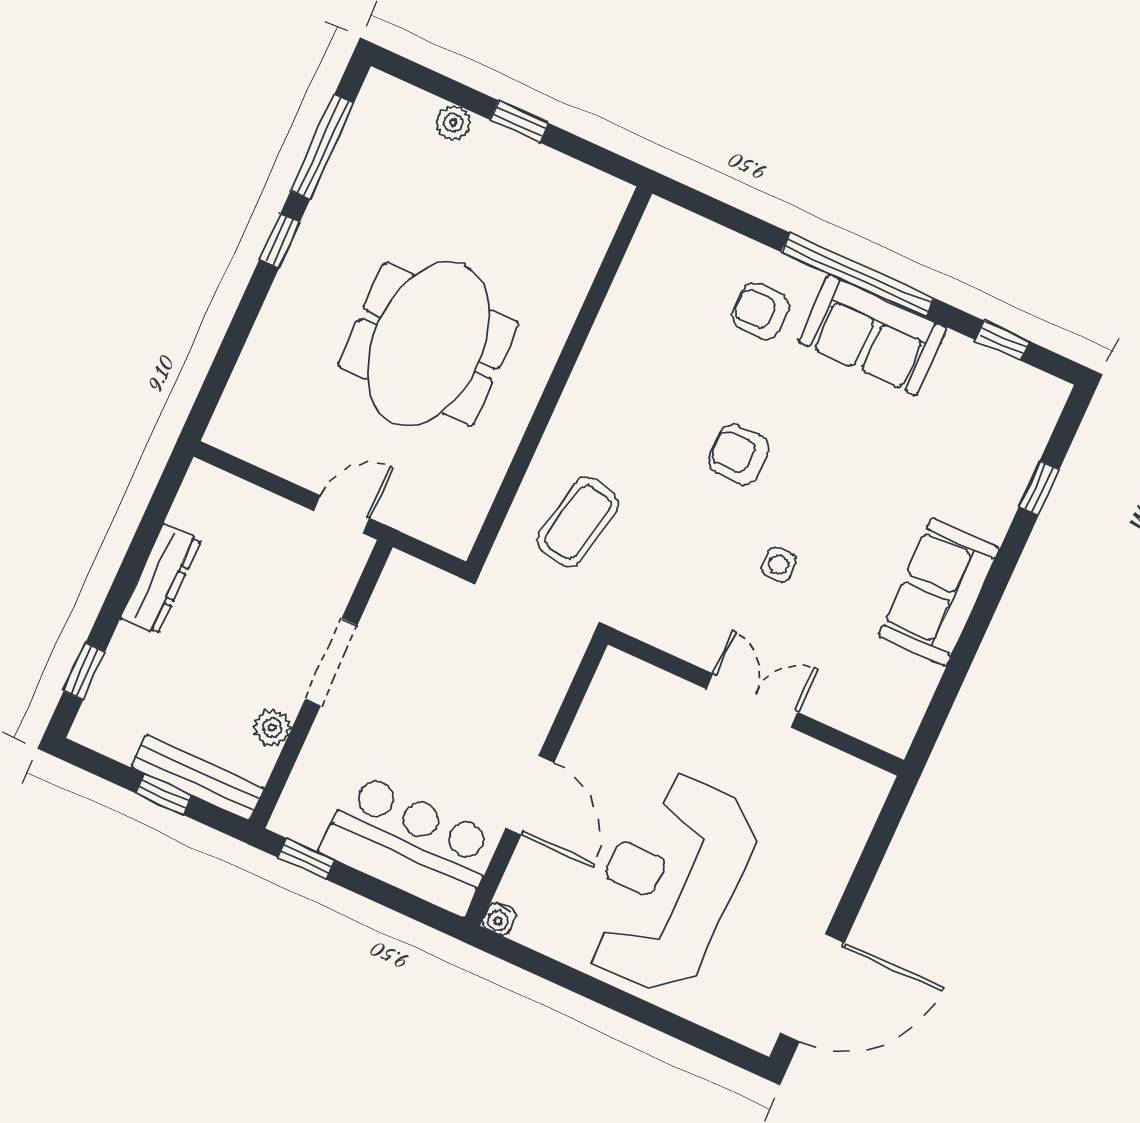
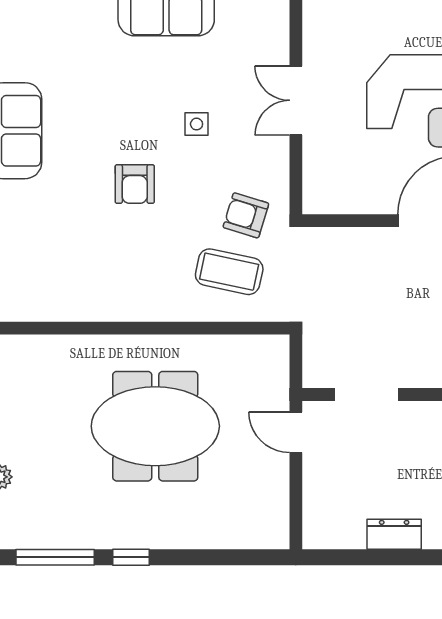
armchair: (760, 311) -> (246, 215), moved, turned 107
dresser: (161, 579) -> (394, 534), width x0.70
doorway: (331, 662) -> (366, 394), moved

